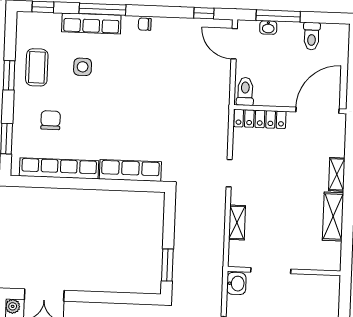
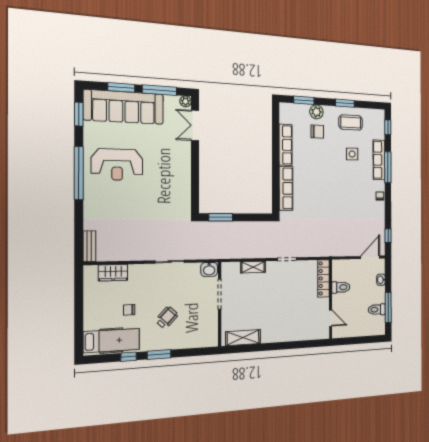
window: (278, 16) -> (388, 307), moved
toilet: (245, 91) -> (341, 287), moved
door: (317, 110) -> (331, 318), width x0.53
plant: (23, 120) -> (316, 112), added
row of seats: (59, 168) -> (286, 145), width x0.73
shelving: (337, 174) -> (289, 336), removed
shelving: (333, 216) -> (243, 338), moved

